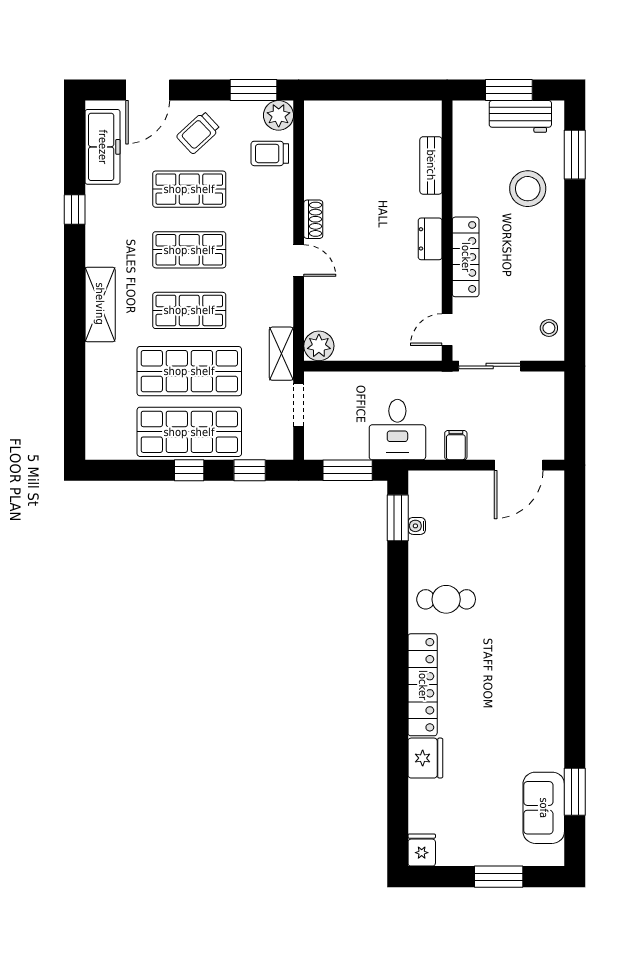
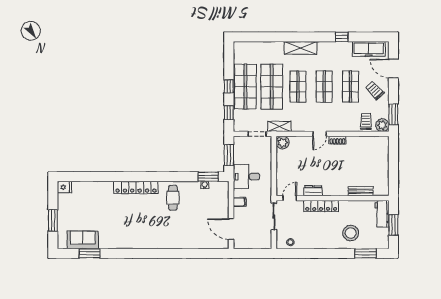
workbench: (520, 116) -> (382, 214), moved
dresser: (430, 239) -> (313, 191), moved
door: (447, 330) -> (290, 198), hinge flipped
fridge: (425, 758) -> (104, 189), removed

